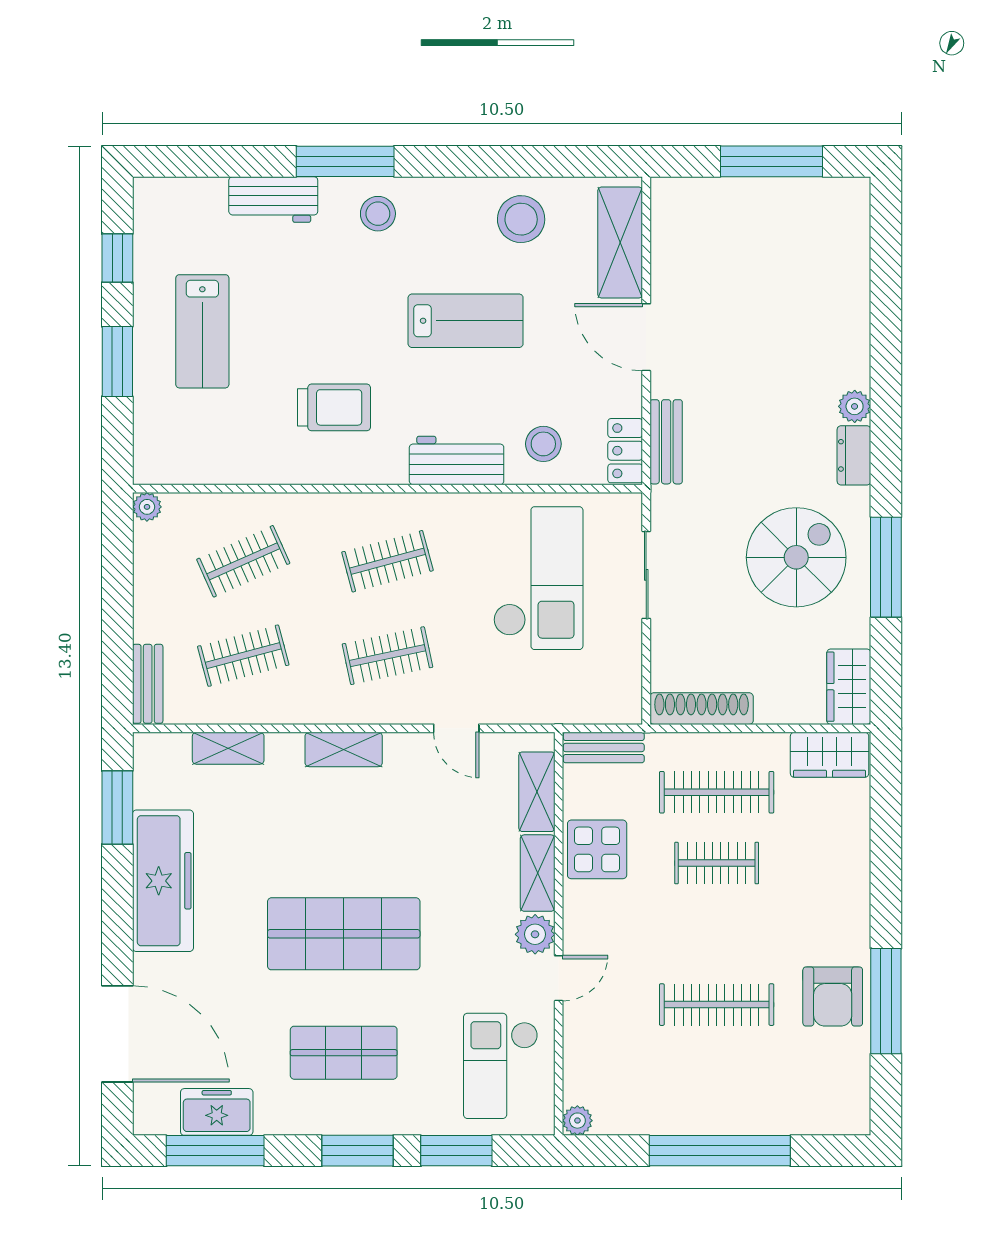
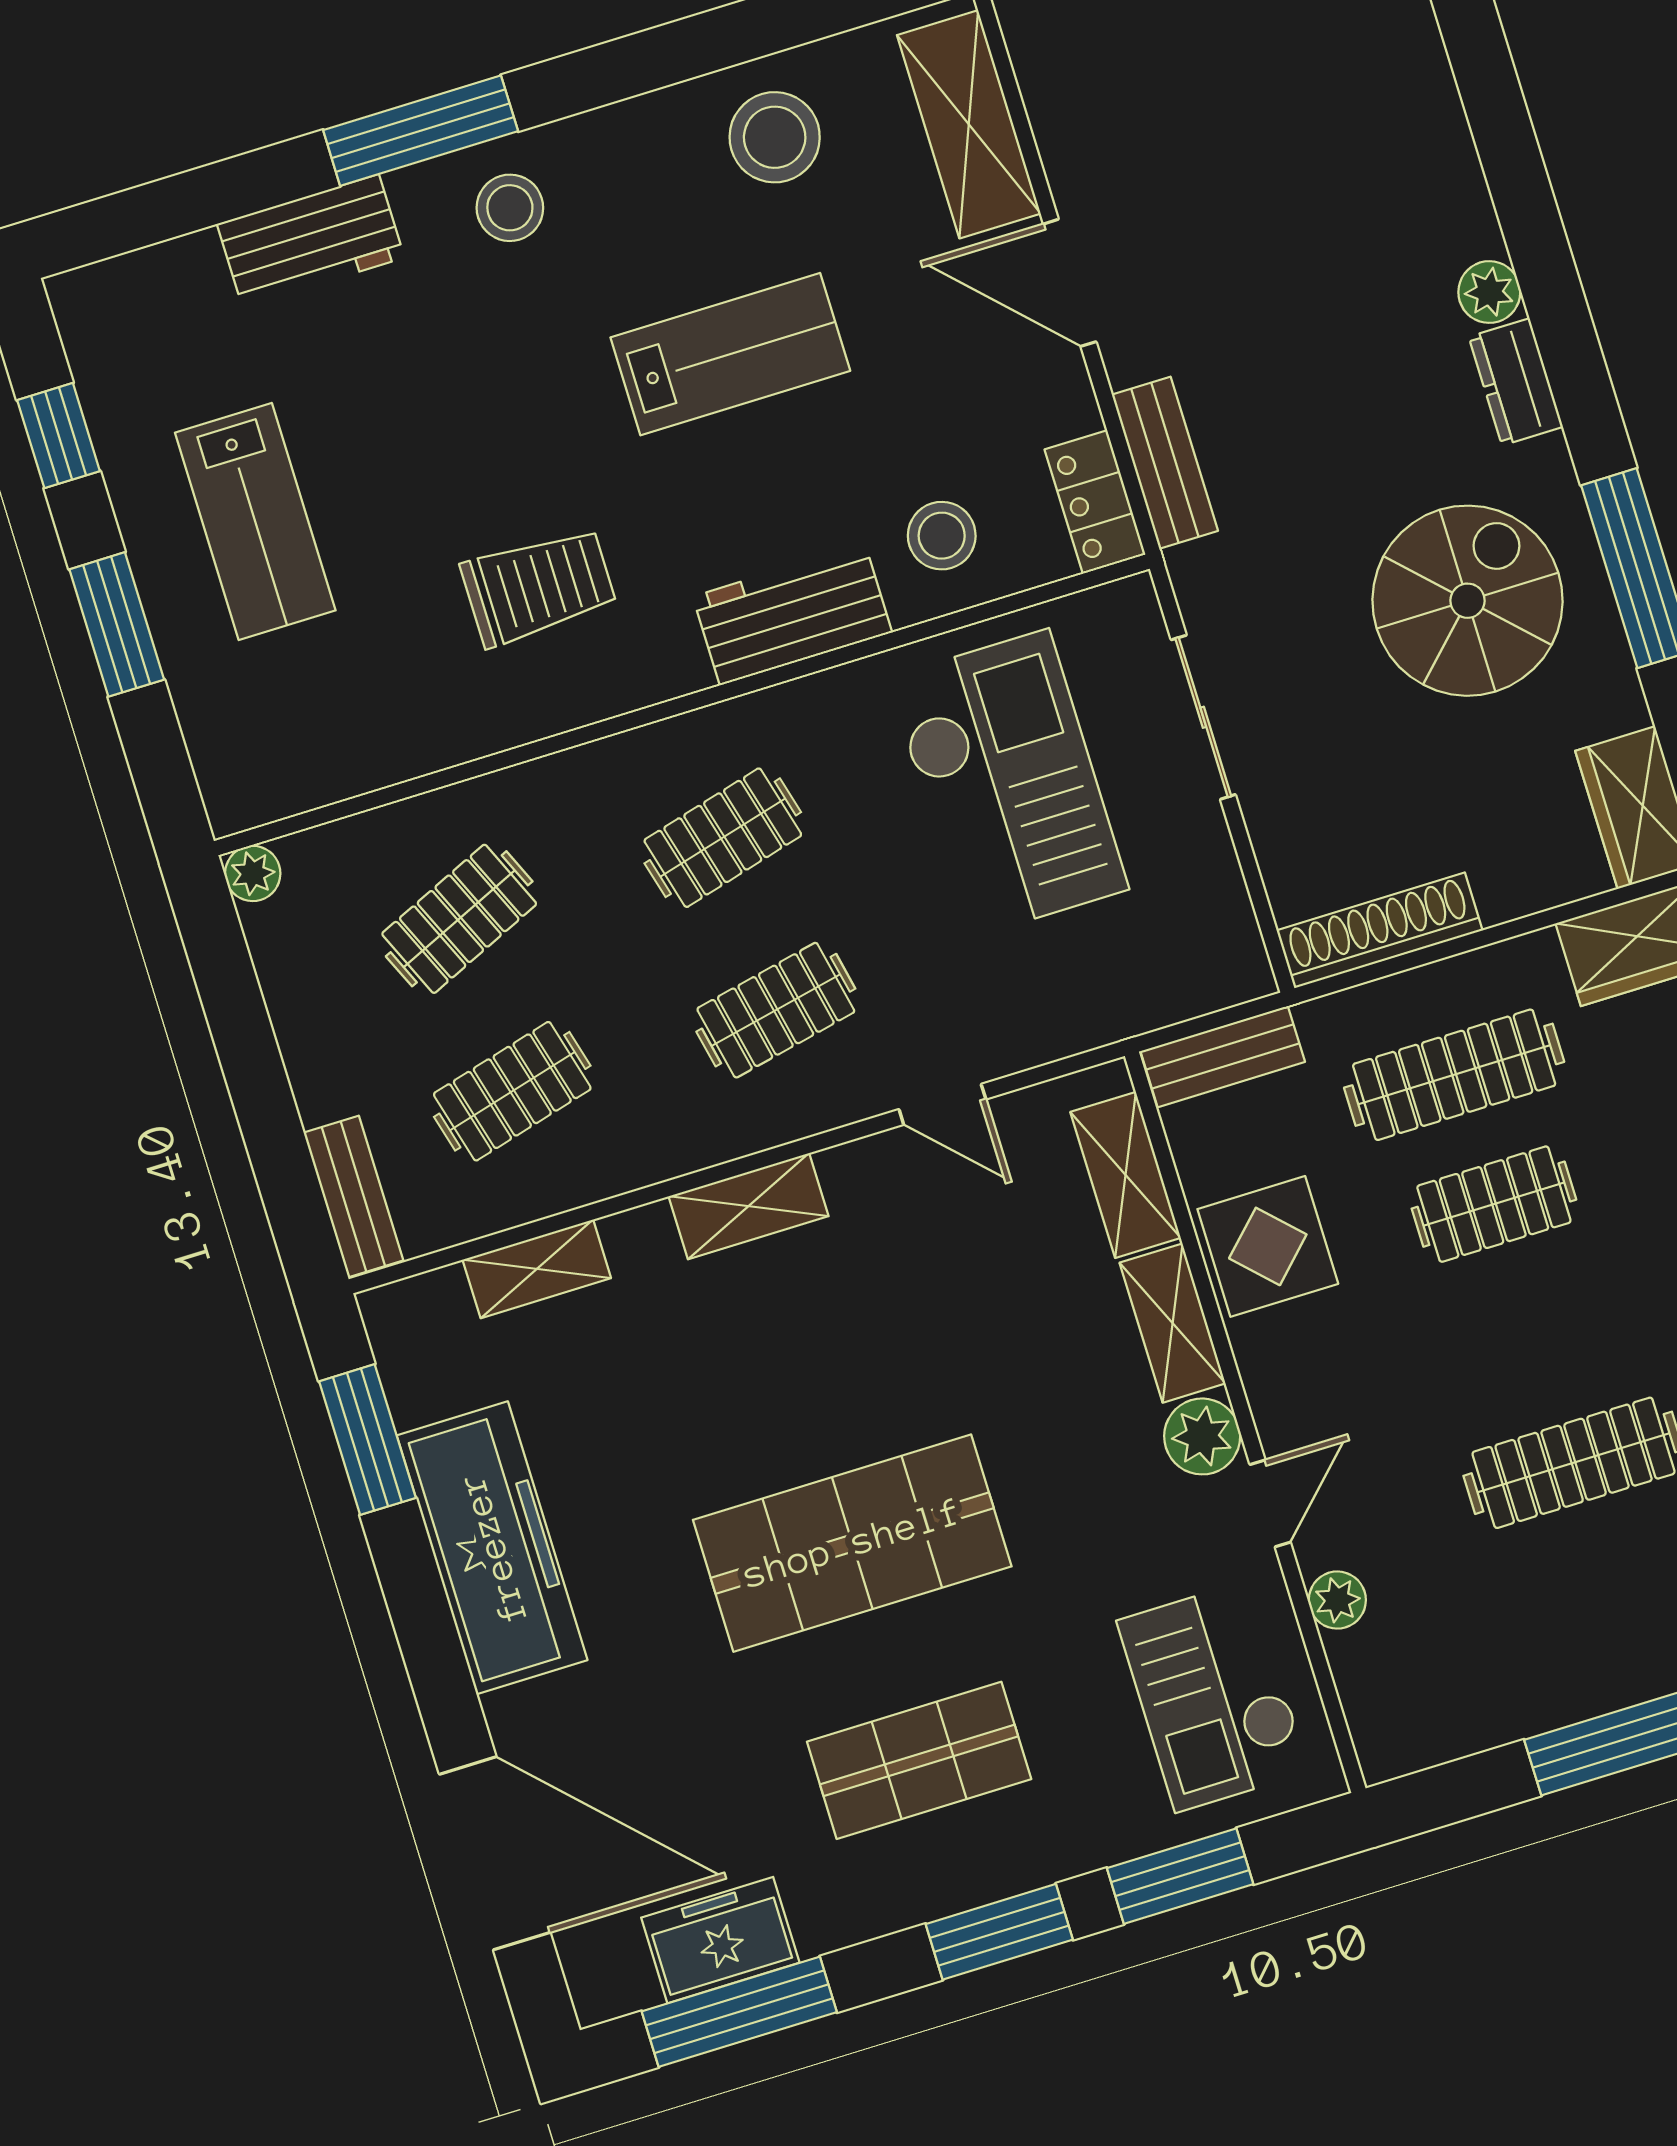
plant: (577, 1121) -> (1337, 1600), moved

